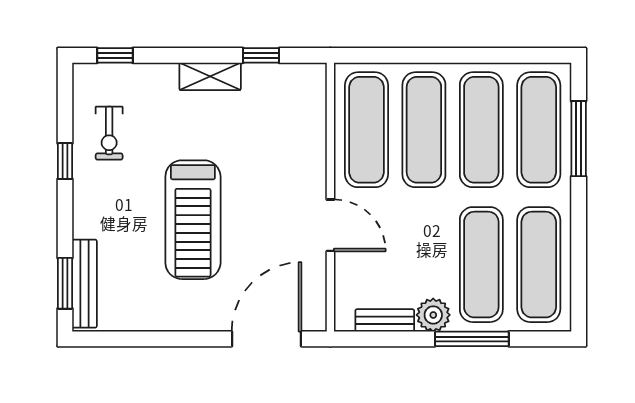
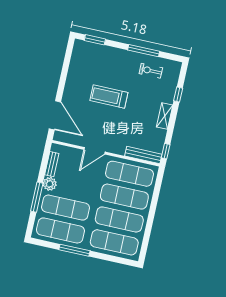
window: (115, 55) -> (178, 94), moved
window: (261, 55) -> (166, 151), moved
window: (579, 139) -> (74, 250), moved
window: (65, 161) -> (144, 51), width x2.17
treadmill: (193, 220) -> (109, 96), width x0.73, depth x0.73
bench: (84, 284) -> (143, 155), moved

